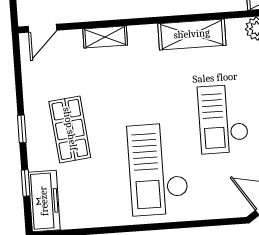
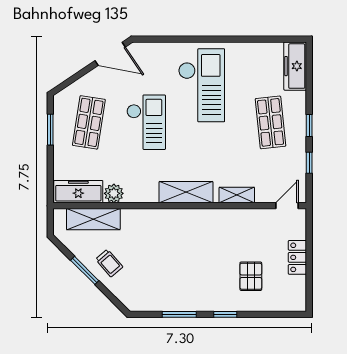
shelving: (192, 34) -> (186, 192), moved
window: (26, 183) -> (309, 163), moved

